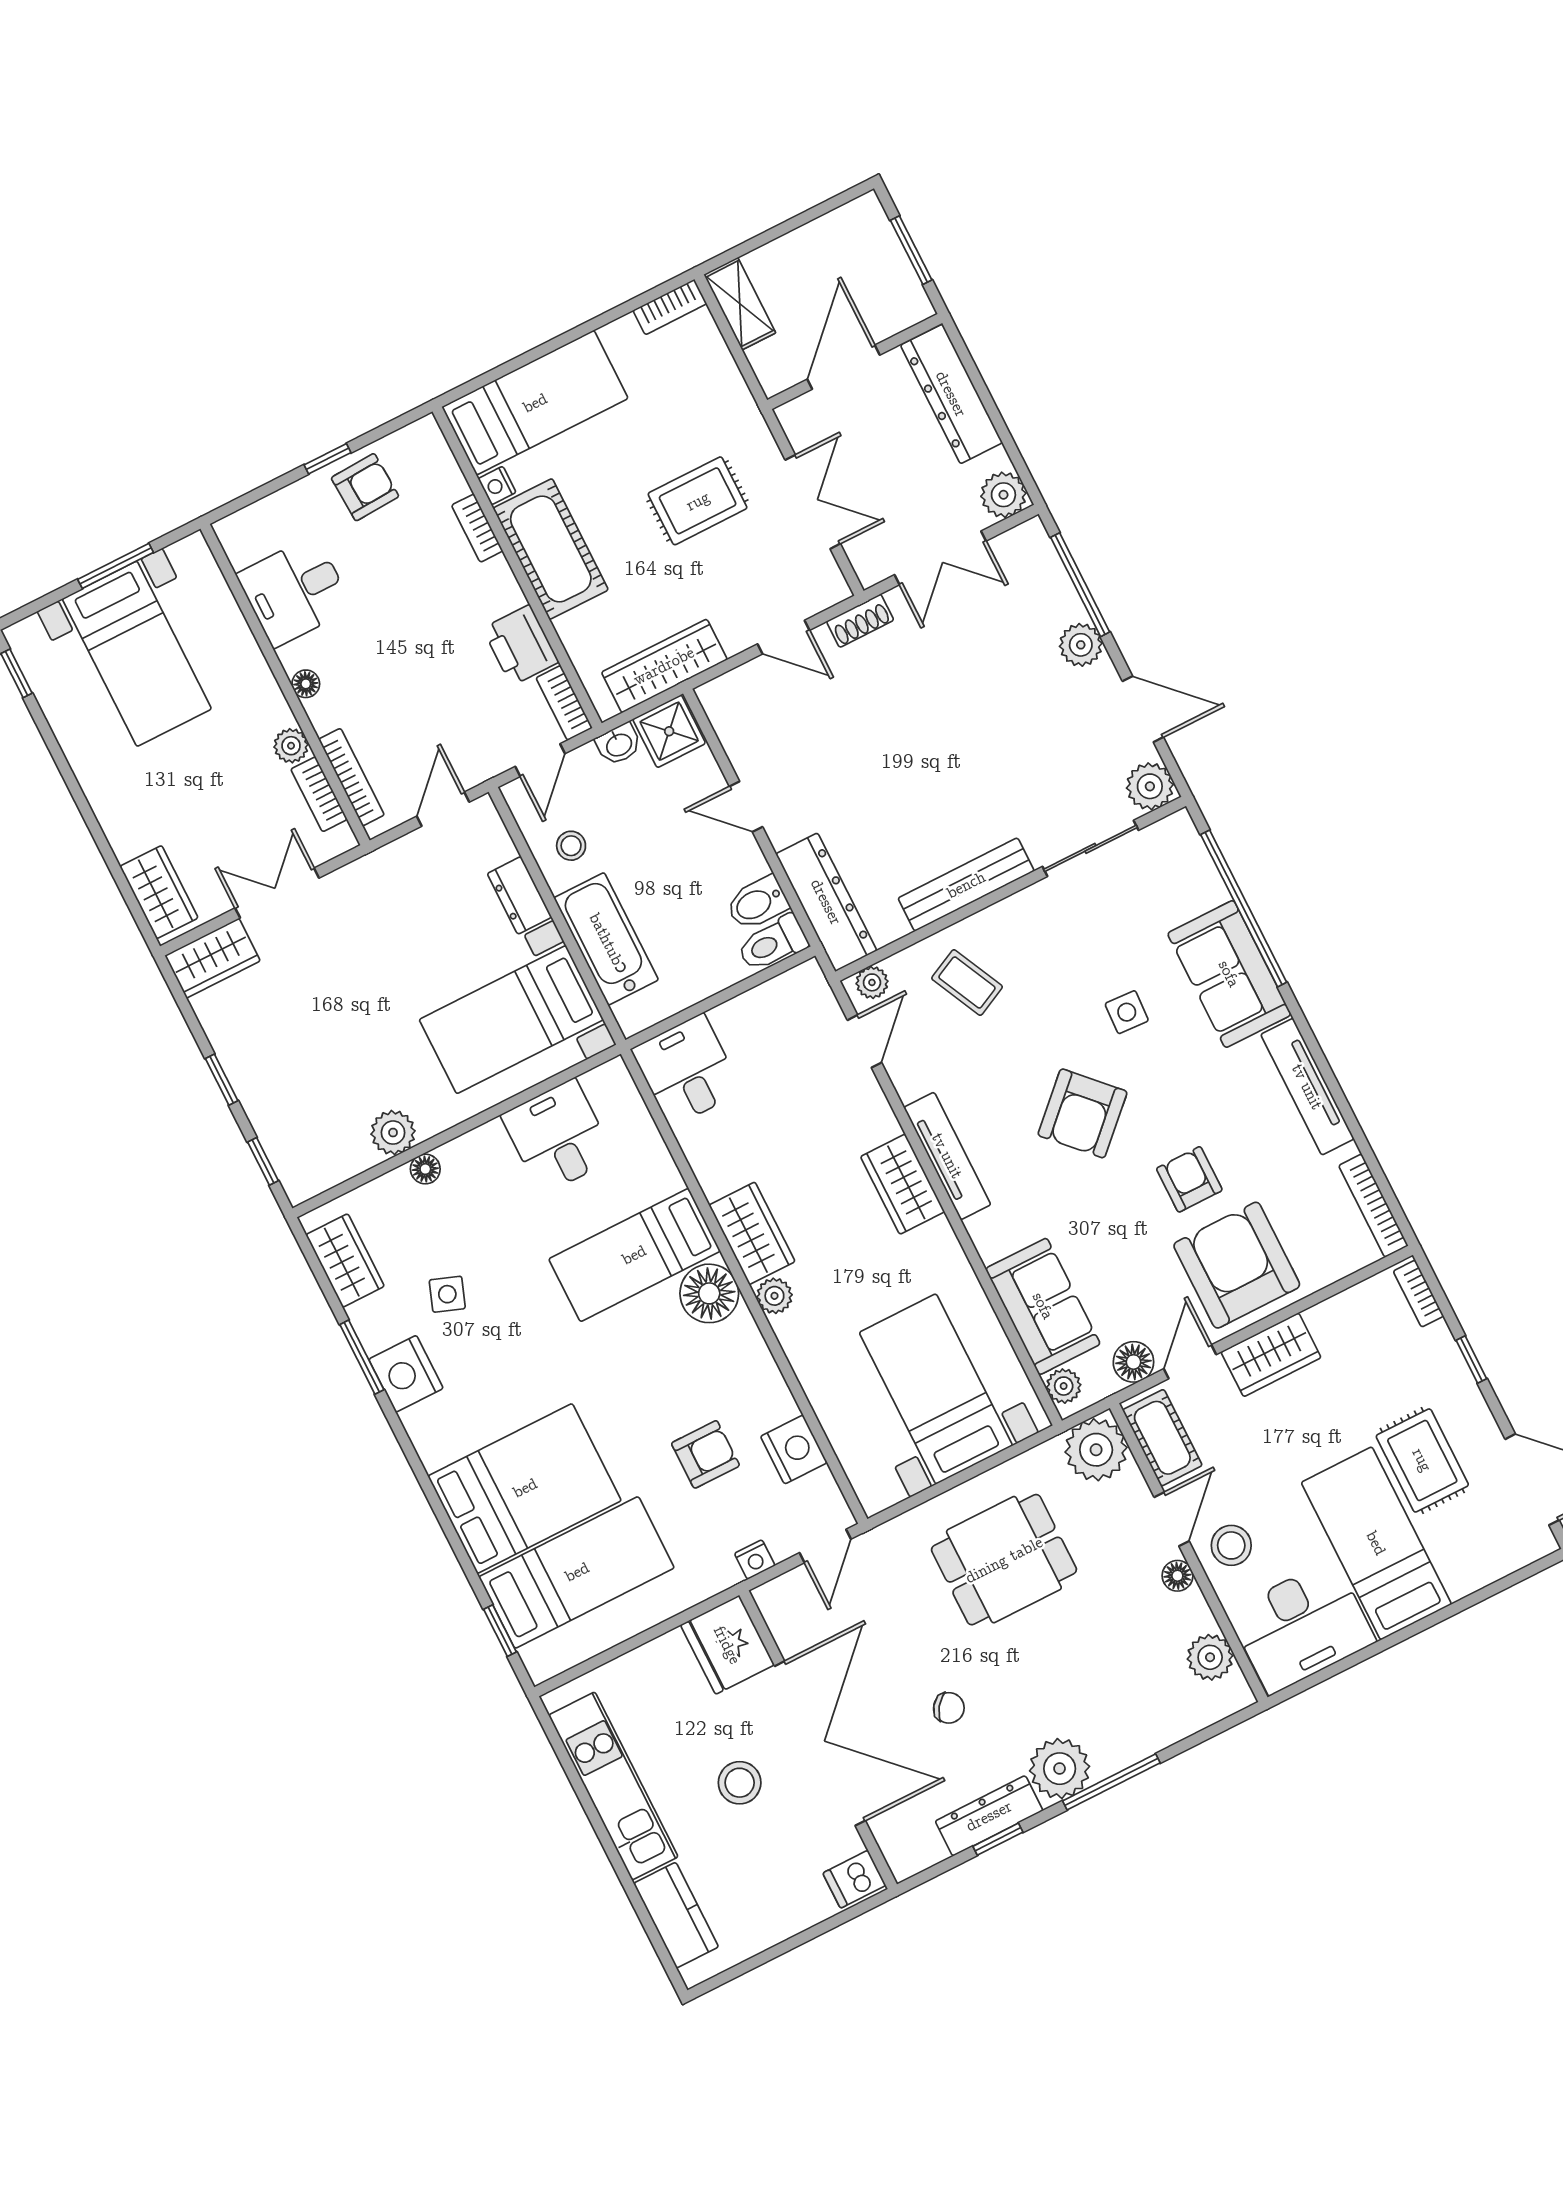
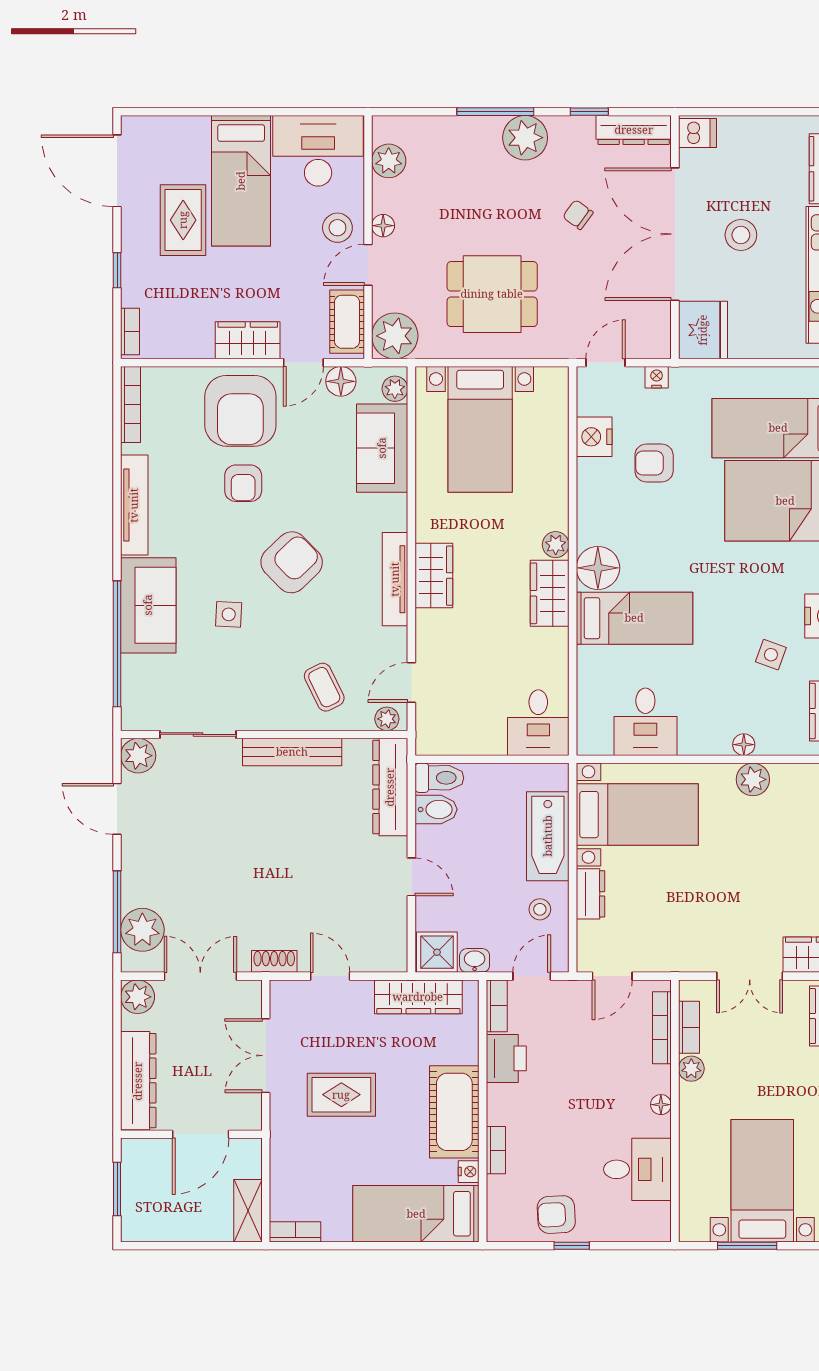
plant: (1081, 645) -> (142, 930), moved, width x1.36, depth x1.36
dresser: (989, 1816) -> (634, 130), moved

